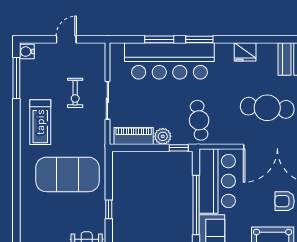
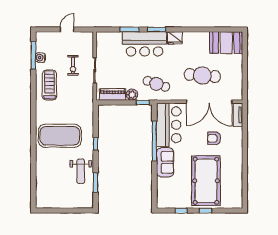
water cooler: (27, 52) -> (40, 58), moved
fridge: (245, 52) -> (175, 38), moved
bar counter: (169, 61) -> (145, 44), width x0.73
cafe table: (199, 120) -> (156, 84), turned -63
treadmill: (40, 122) -> (49, 85), turned 180
exercise mat: (67, 174) -> (60, 136), moved

